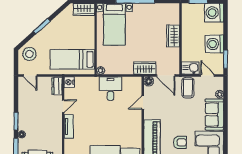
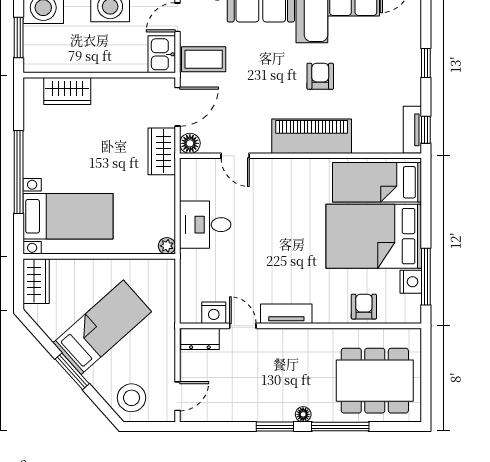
wardrobe: (173, 36) -> (67, 91), moved
bed: (72, 59) -> (102, 327), moved, turned -132
nightstand: (69, 82) -> (214, 313), moved

